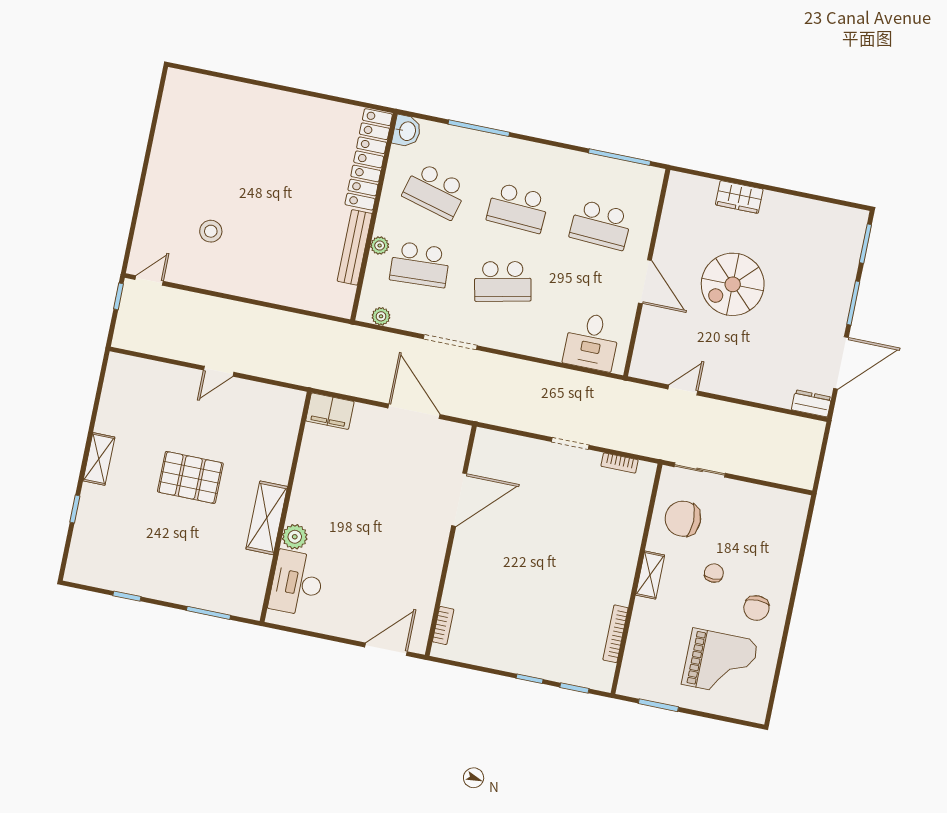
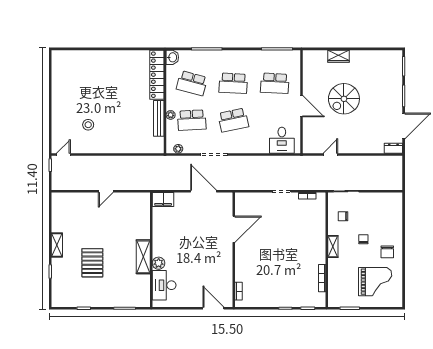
pallet: (190, 477) -> (92, 263), moved, turned 90
chair: (683, 519) -> (343, 216), width x0.54, depth x0.54
door: (386, 649) -> (213, 308), hinge flipped

